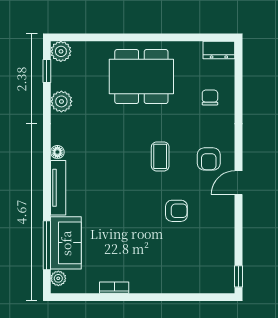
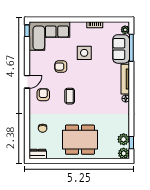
plant: (61, 101) -> (124, 139), moved
side table: (134, 236) -> (84, 53), added
corner sofa: (197, 267) -> (49, 36), added

